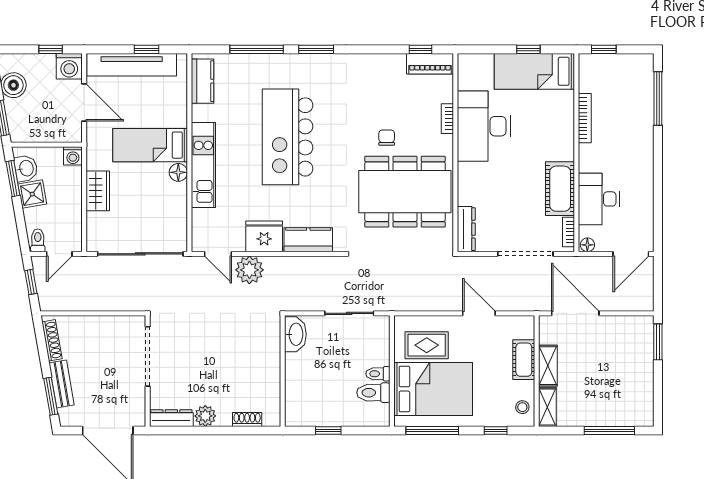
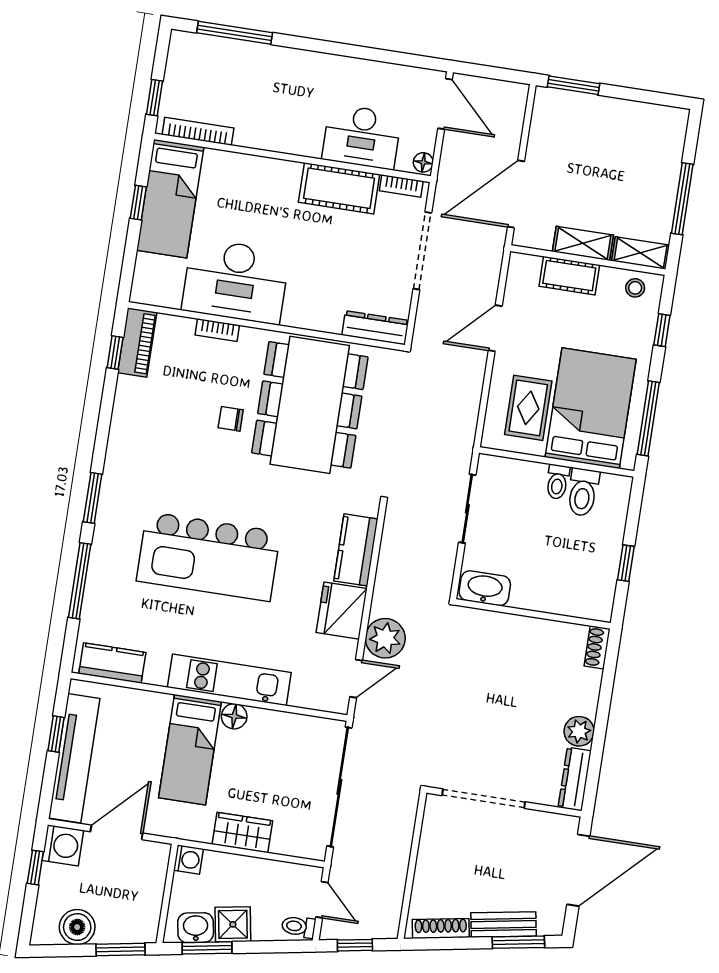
bookcase: (585, 118) -> (198, 131), moved
shoe rack: (247, 419) -> (597, 647), moved
window: (609, 430) -> (682, 199), moved

